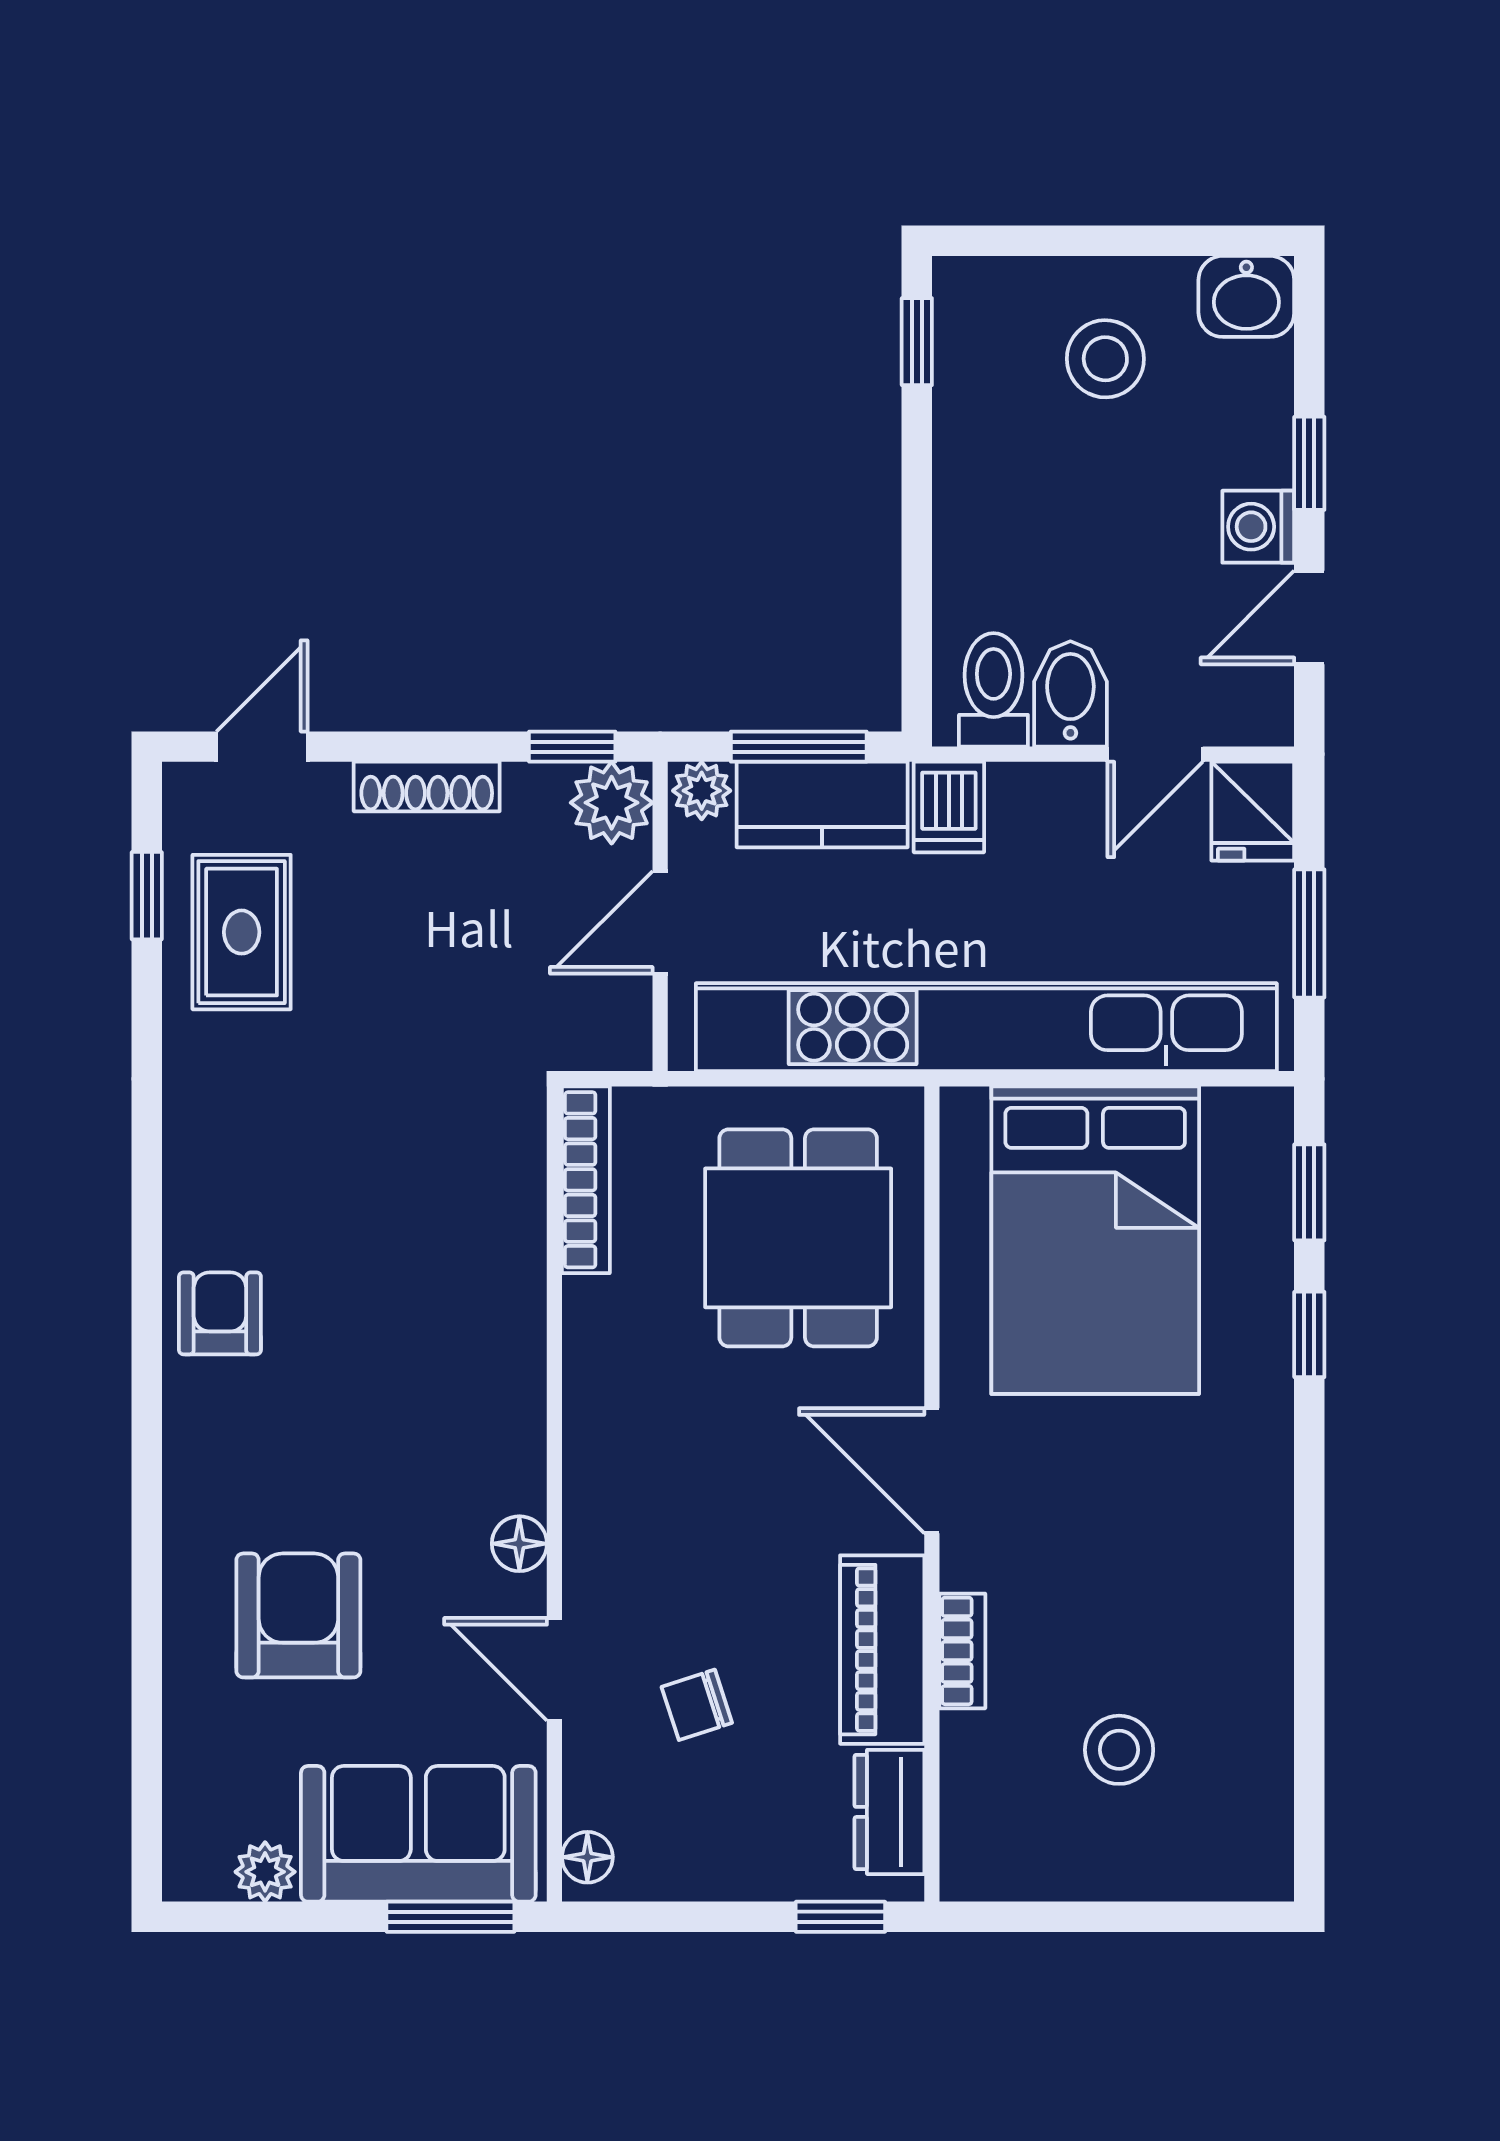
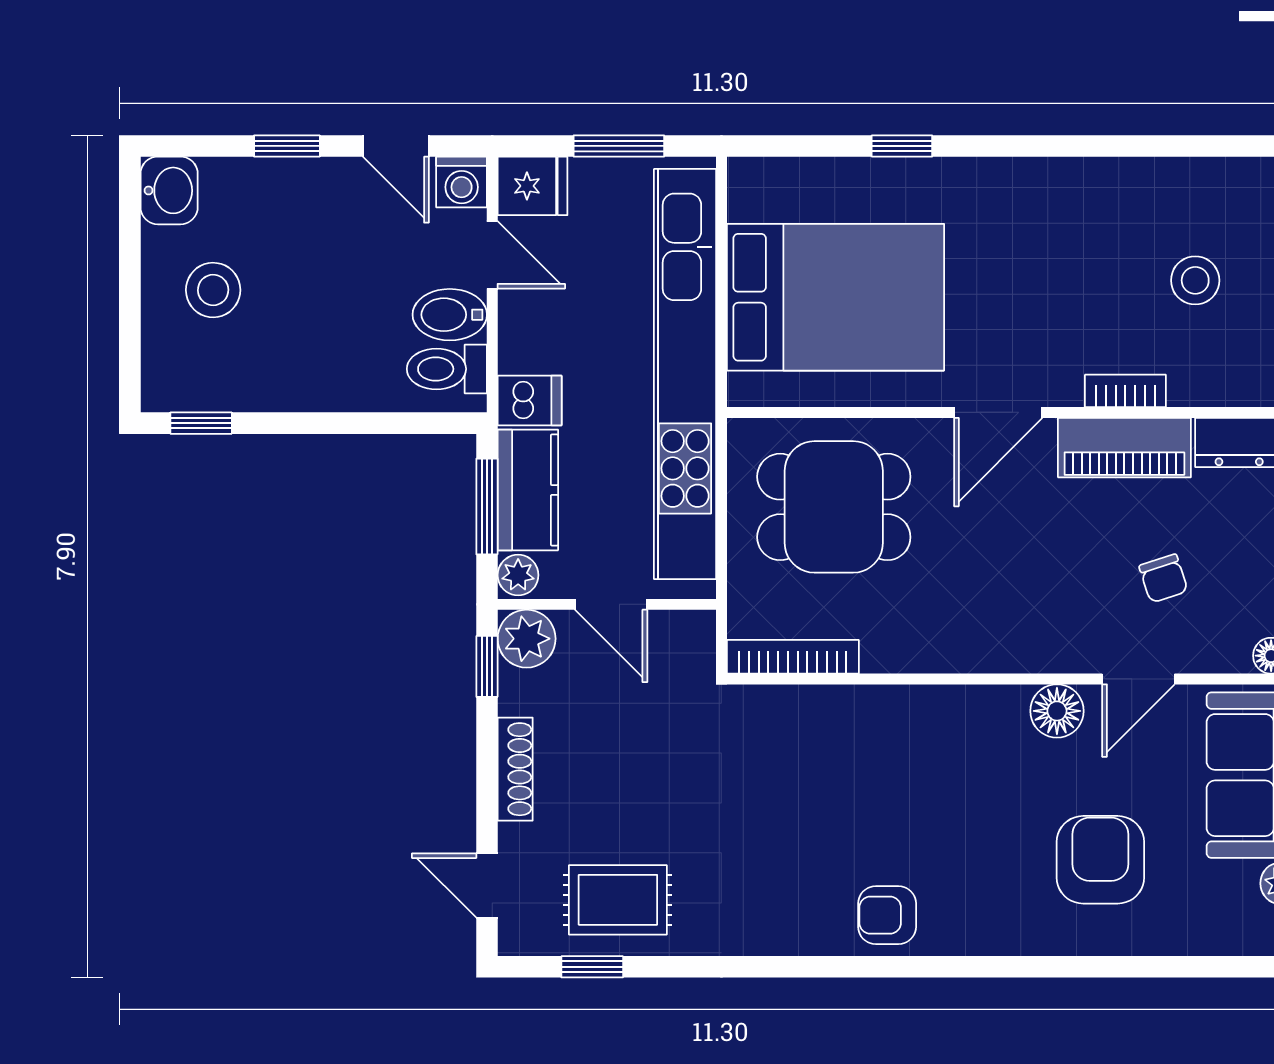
washing machine: (1258, 527) -> (462, 182), moved
window: (1309, 1192) -> (802, 146), removed
floor lamp: (519, 1544) -> (1057, 711), width x1.37, depth x1.37
armchair: (298, 1615) -> (1100, 860), turned 90

